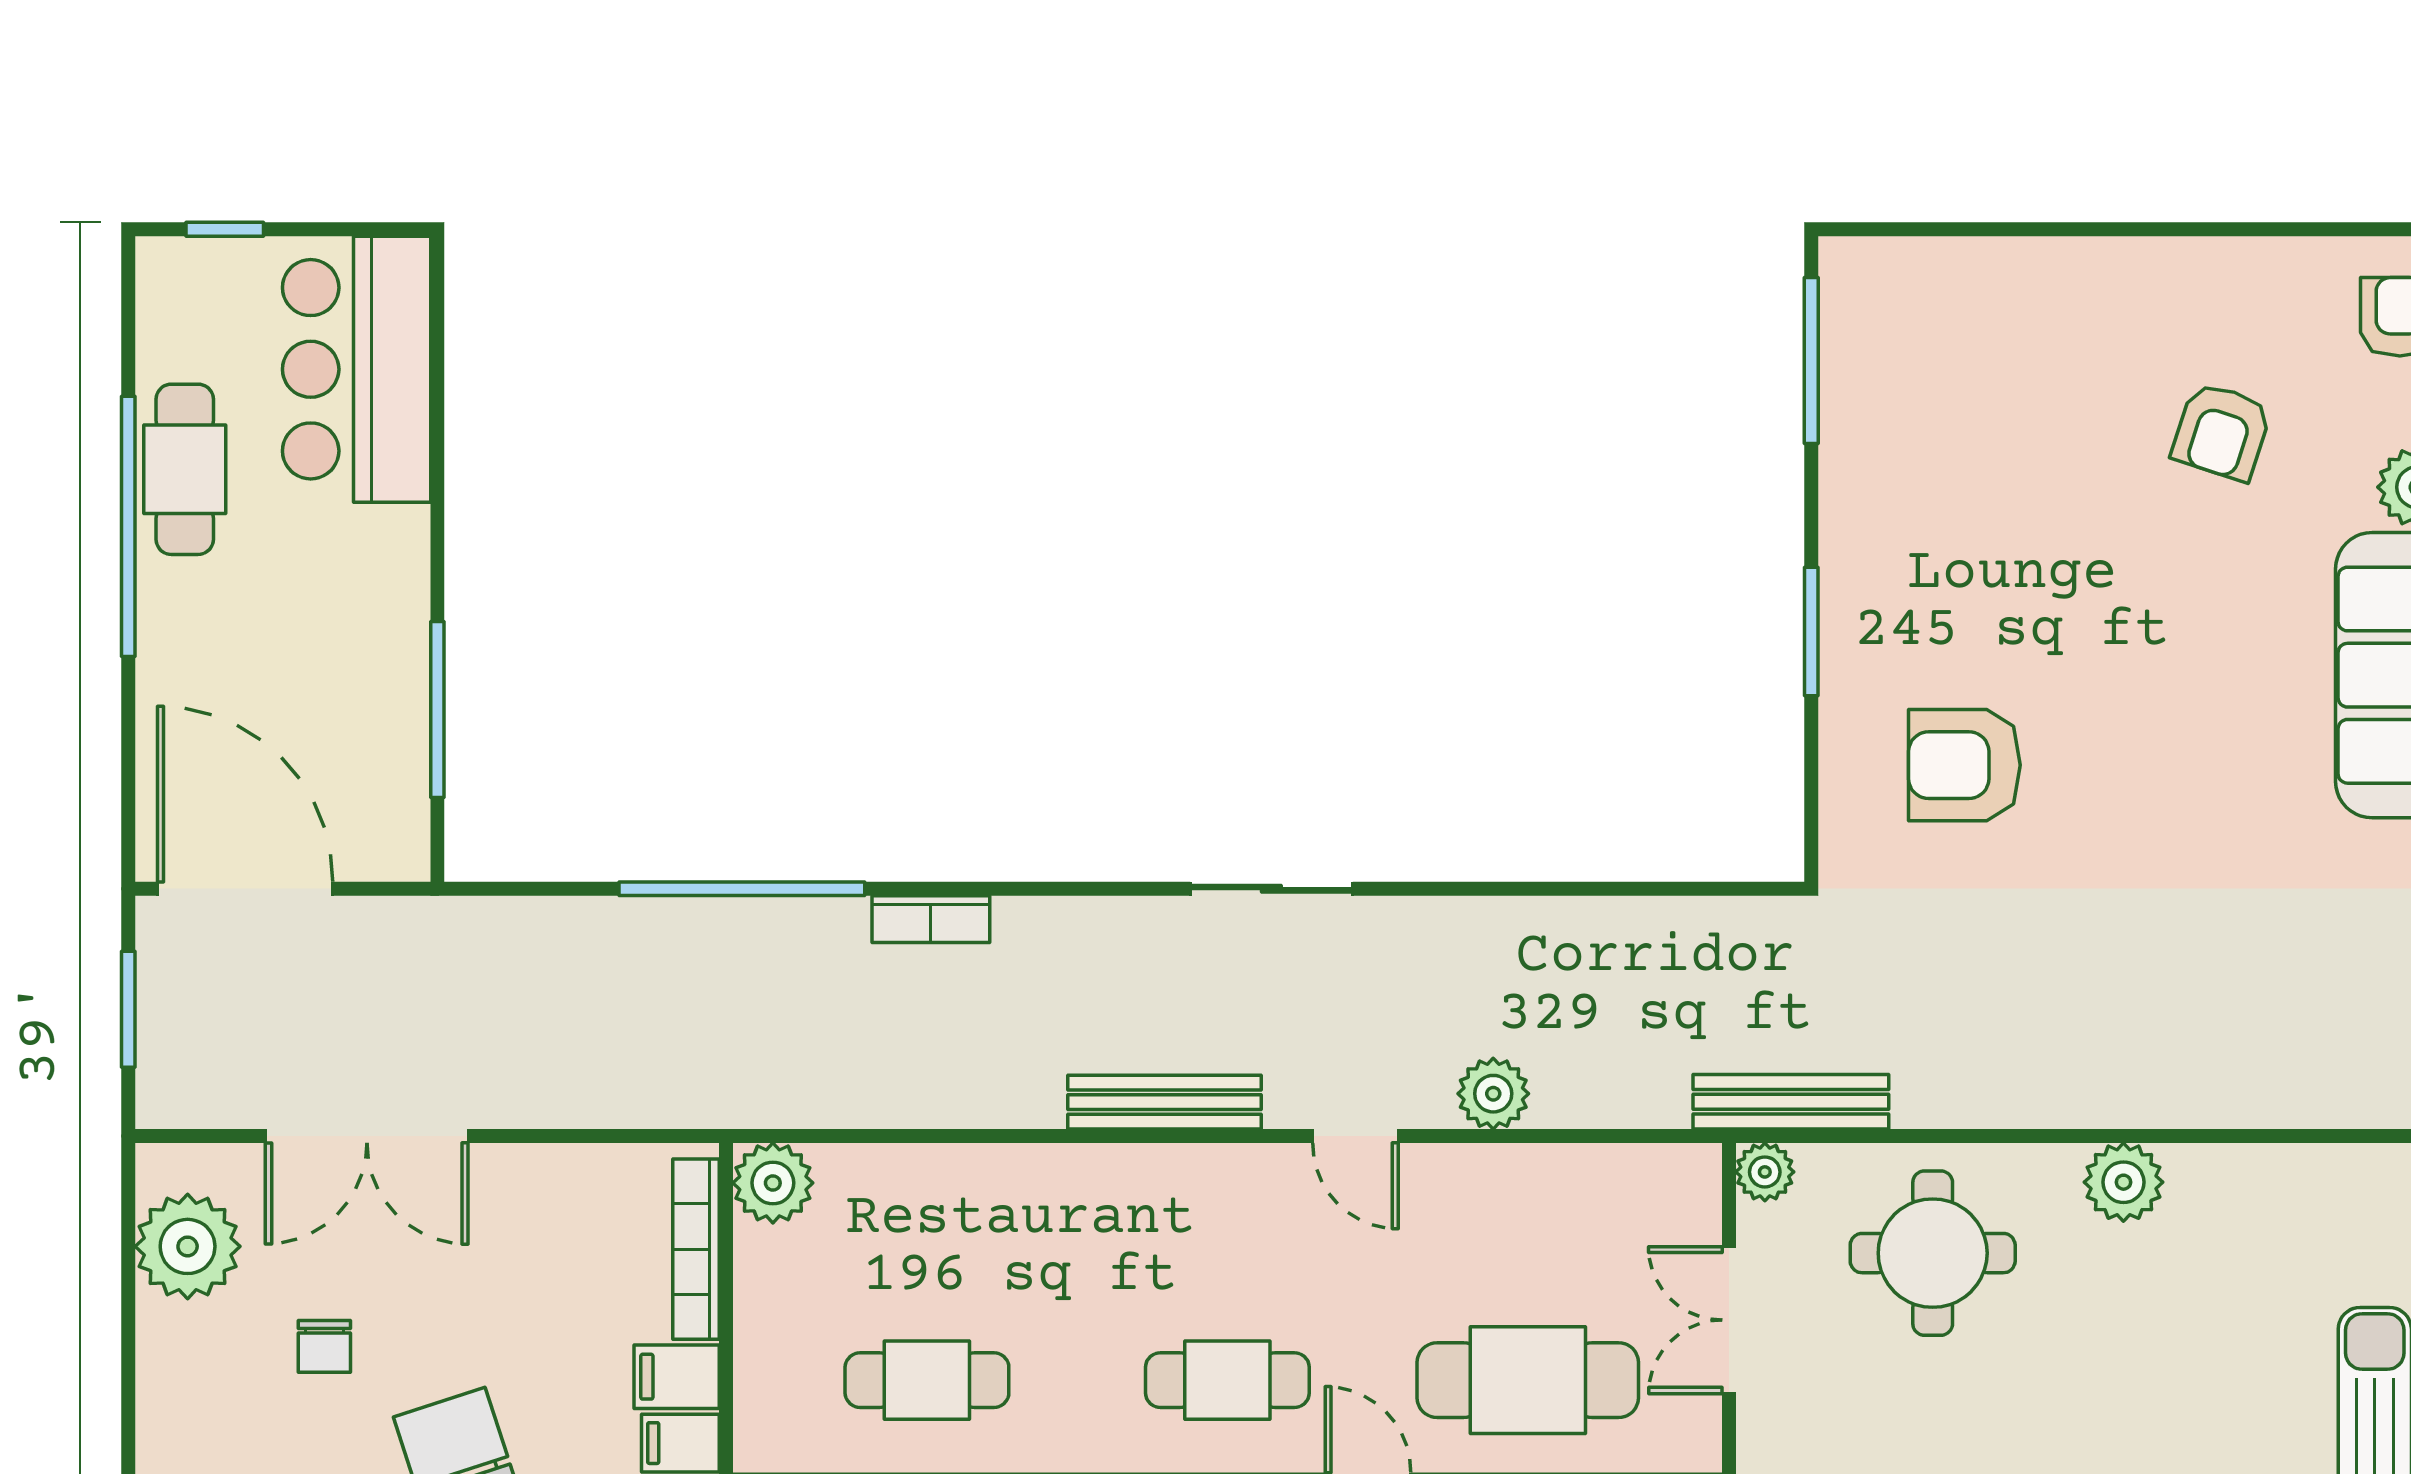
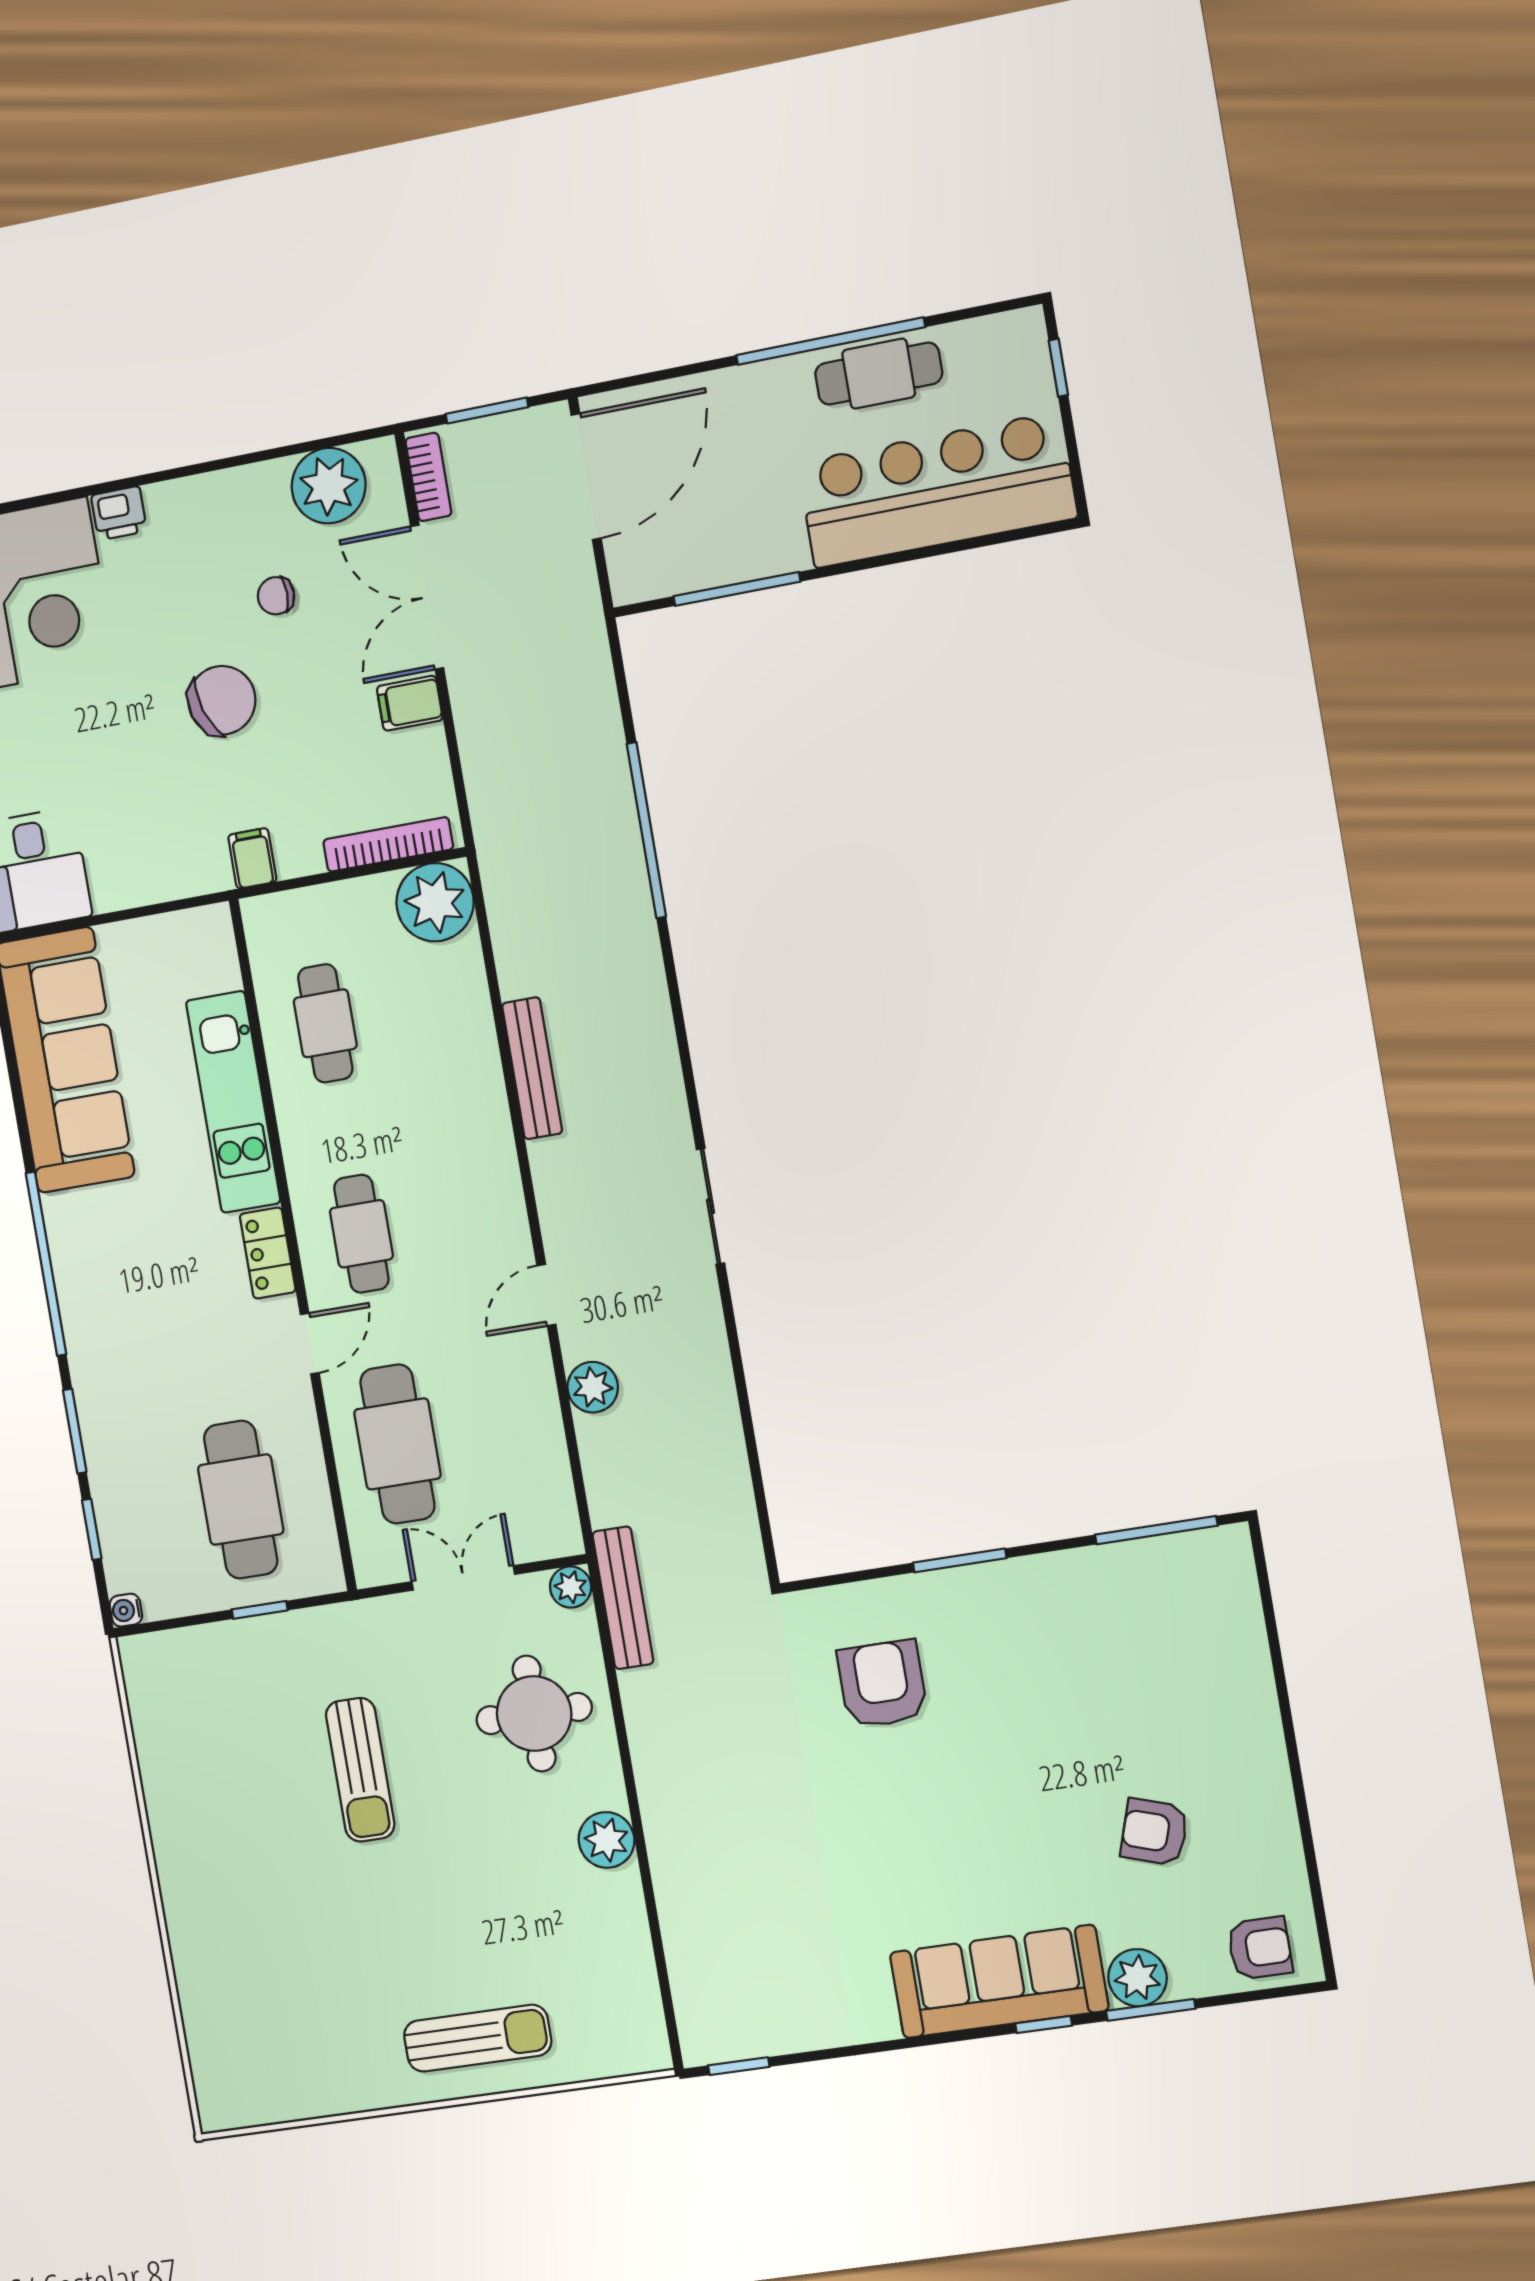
bar counter: (357, 369) -> (937, 490), width x1.36
bookcase: (931, 919) -> (428, 477), moved, turned 180
bench: (1165, 1102) -> (532, 1068), moved
plant: (773, 1183) -> (435, 902), width x1.36, depth x1.36
filing cabinet: (677, 1377) -> (410, 703), moved, turned -90

